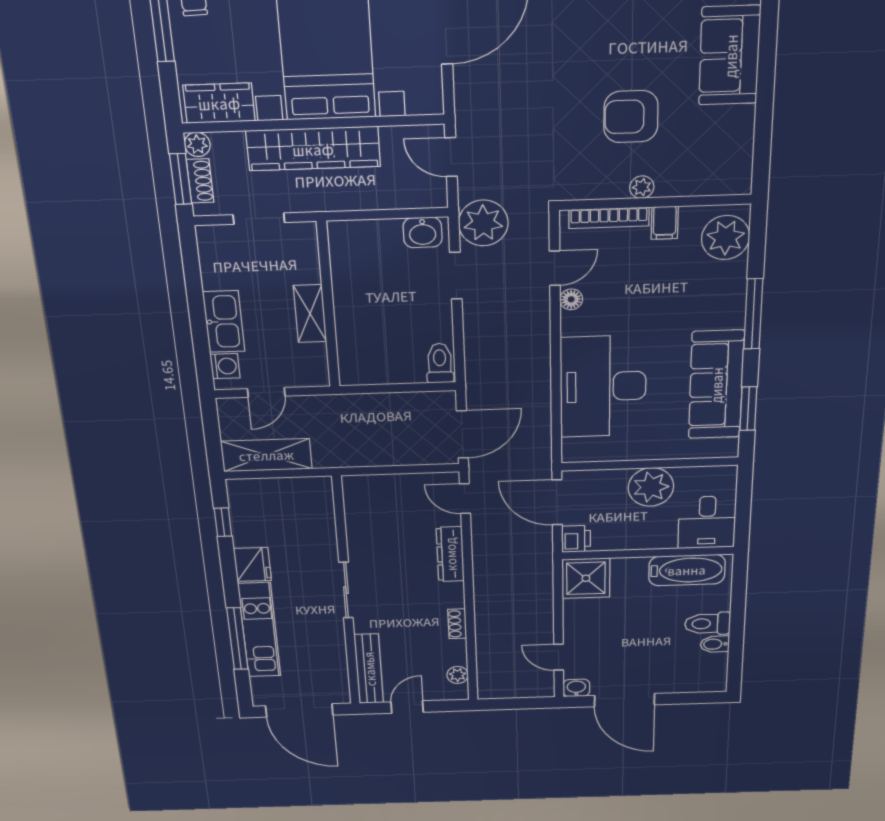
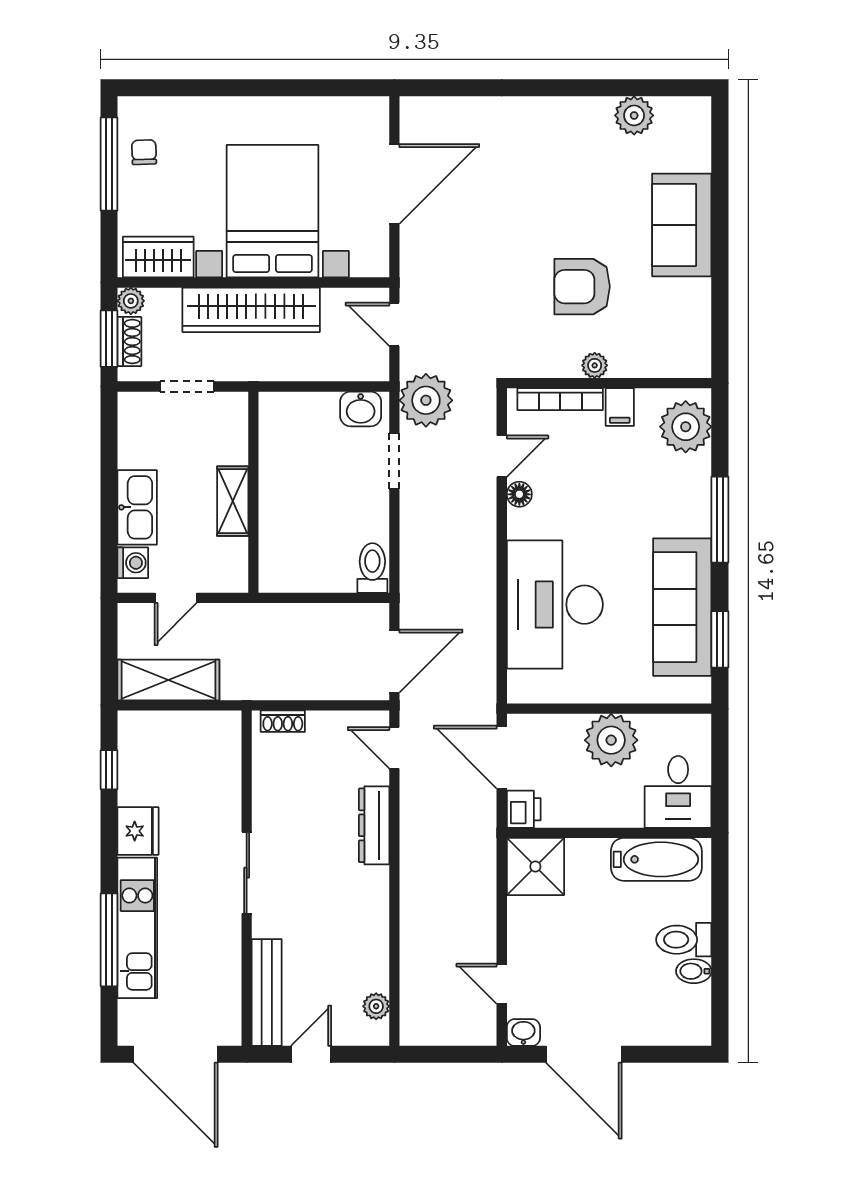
shoe rack: (457, 624) -> (283, 721), moved, turned -90

